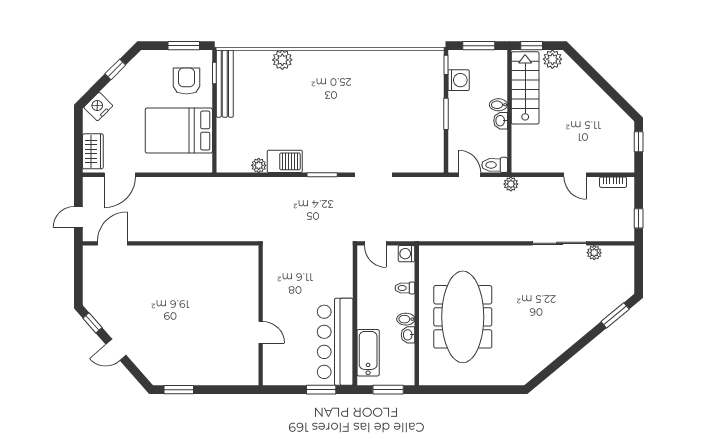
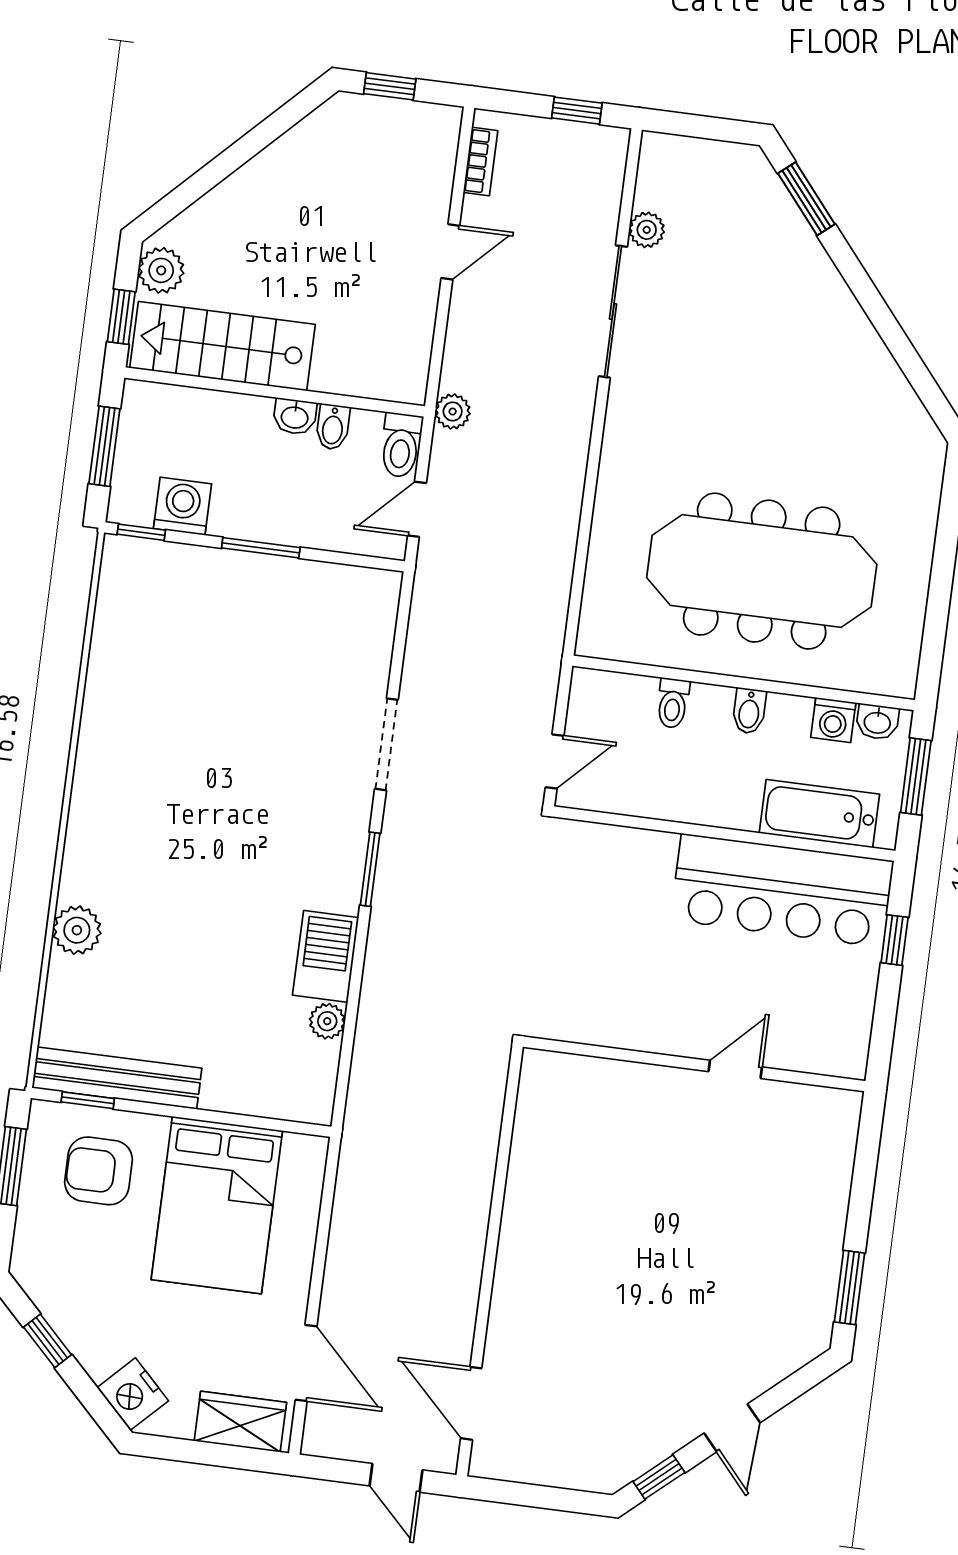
bidet: (498, 105) -> (333, 427), moved
washing machine: (407, 254) -> (833, 720), moved
washbasin: (408, 335) -> (877, 722), moved
window: (321, 390) -> (895, 940), width x0.67

